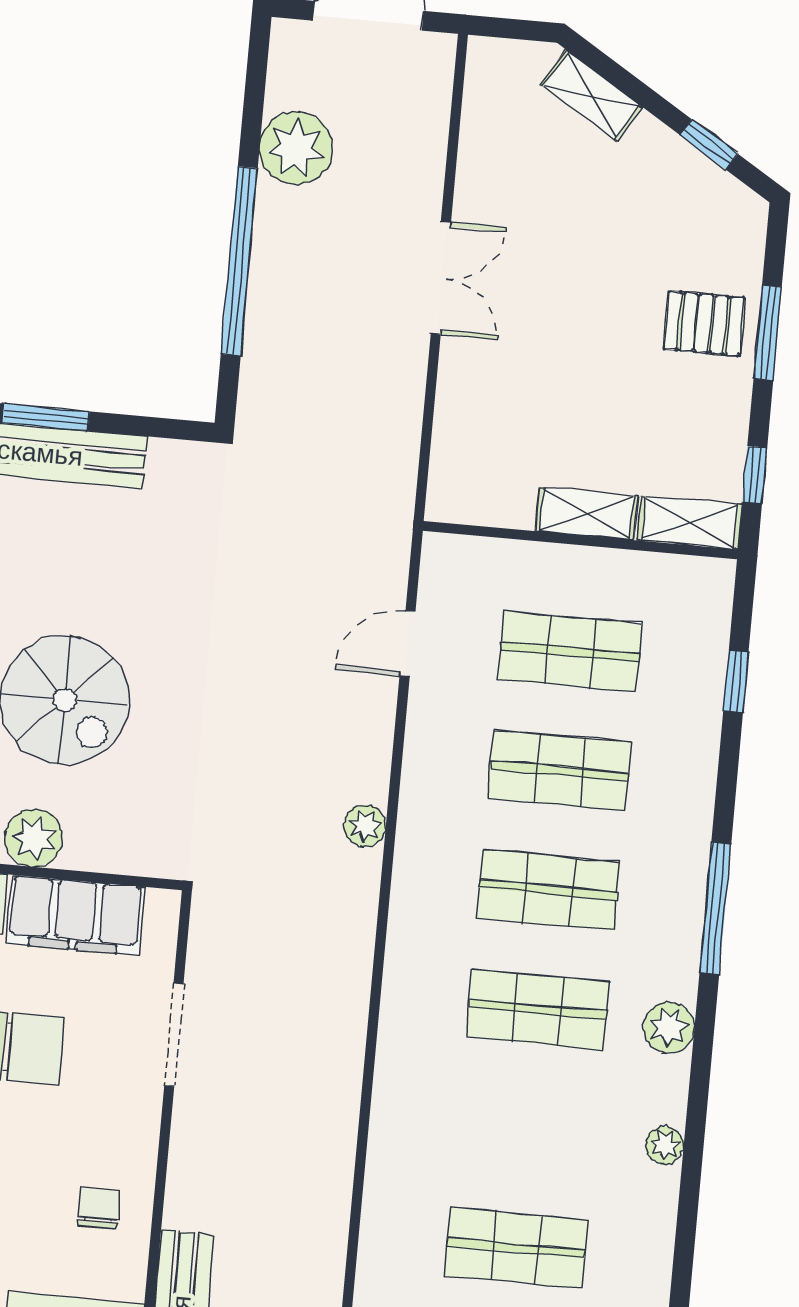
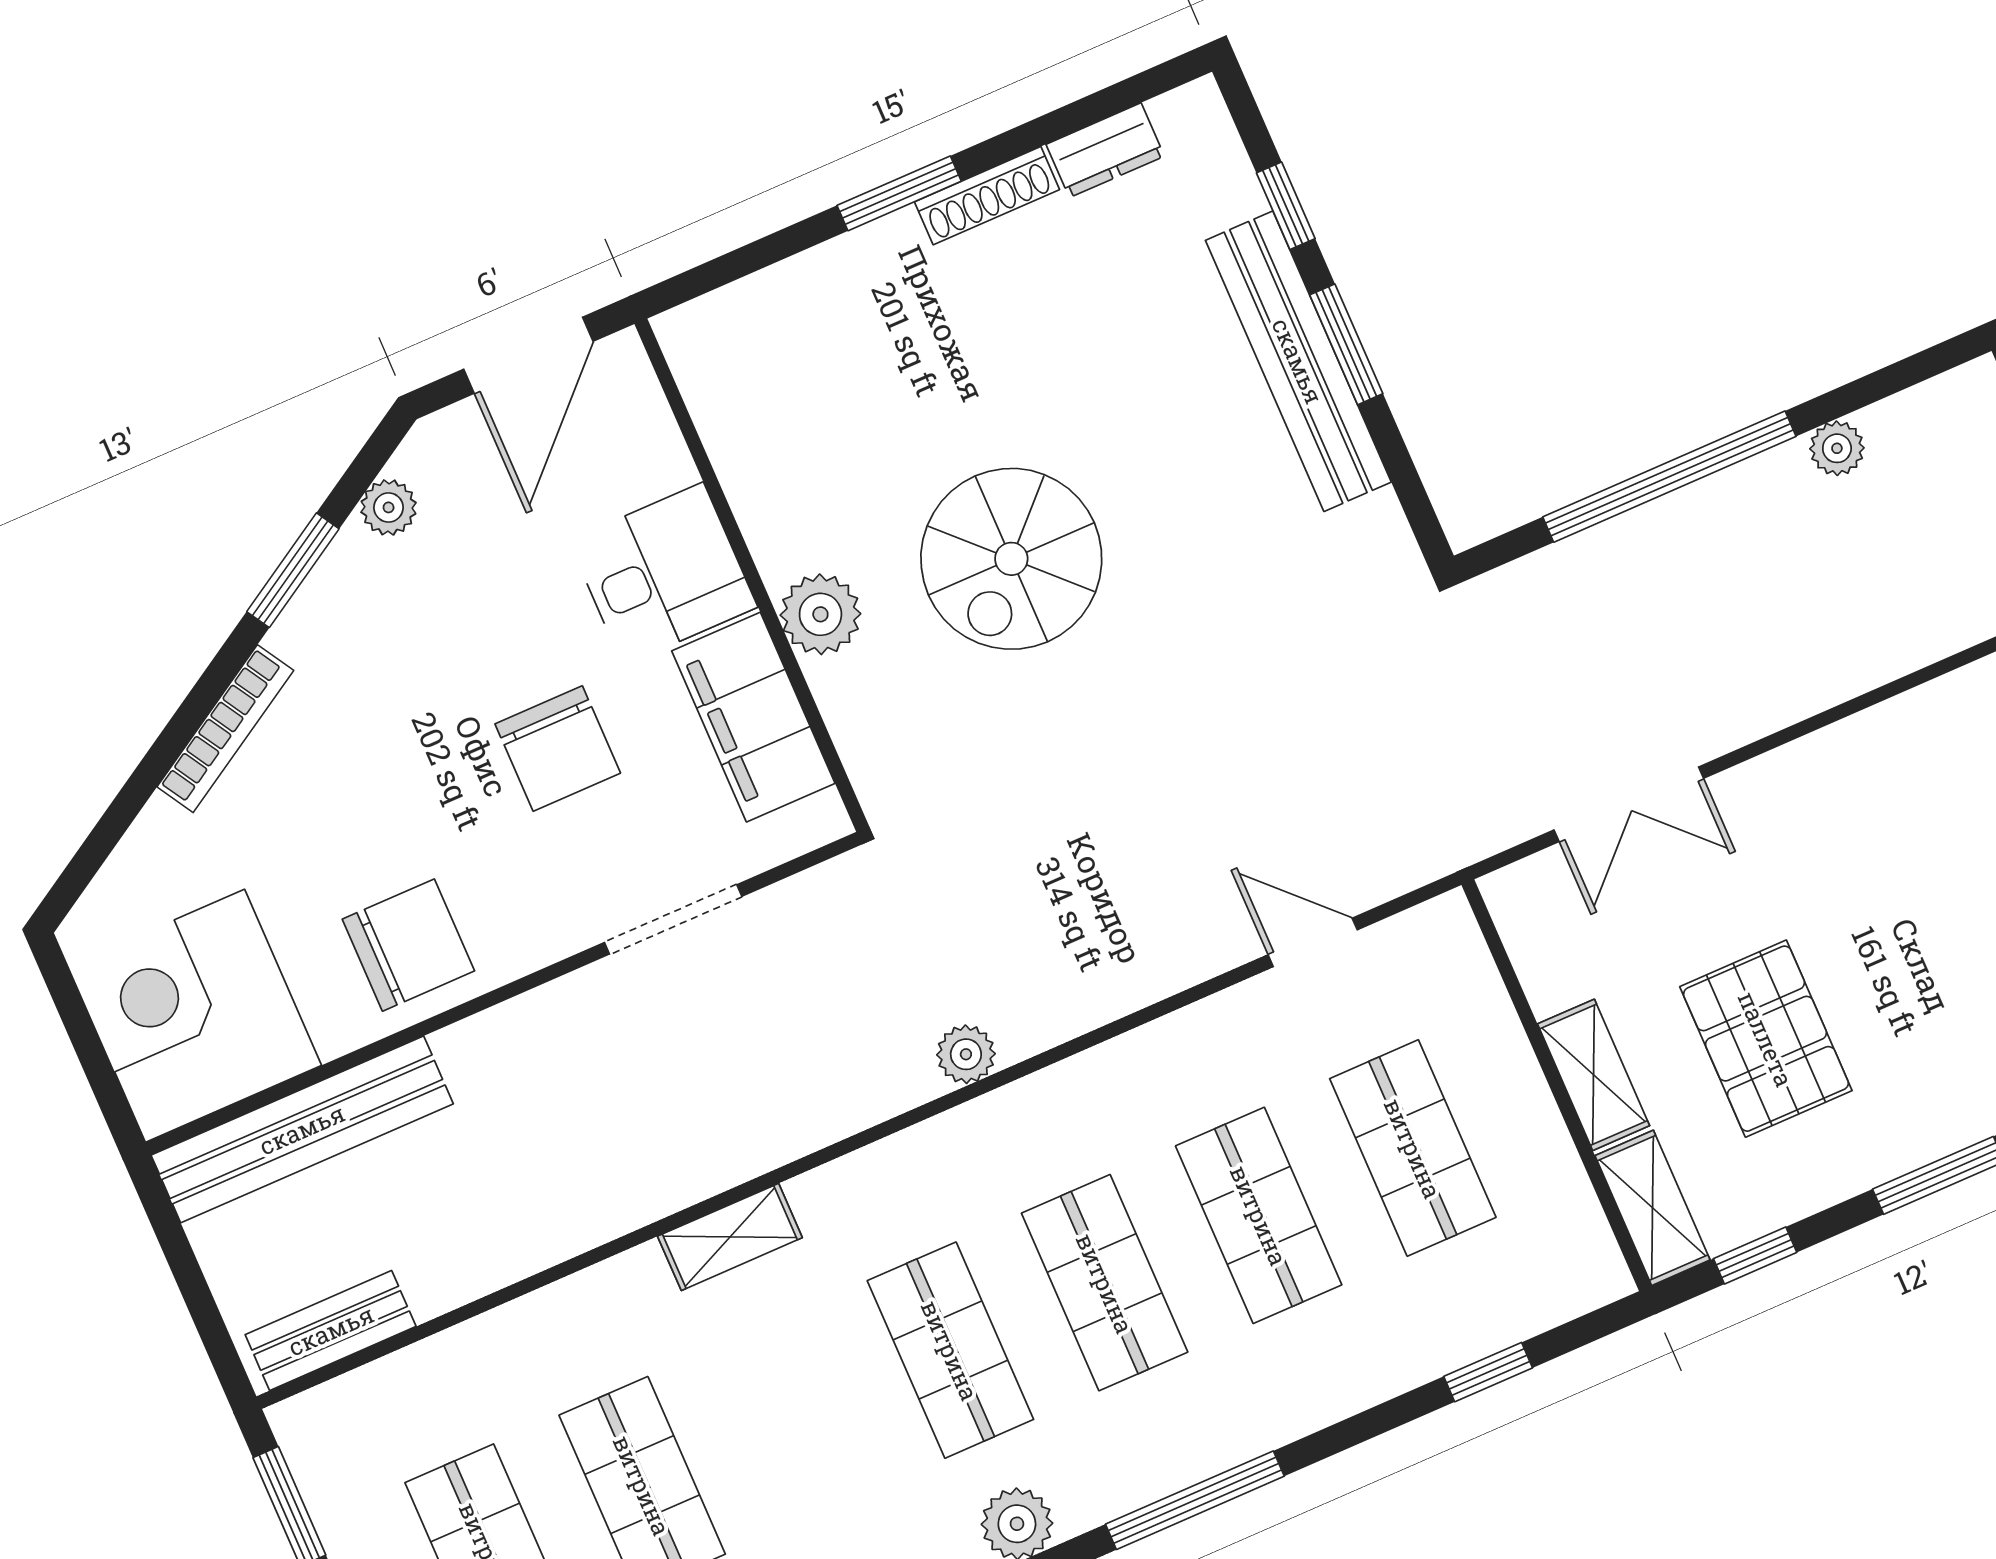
plant: (296, 148) -> (1837, 448), width x0.53, depth x0.53
double door: (441, 278) -> (1629, 804), moved
pallet: (704, 323) -> (1766, 1039), moved, width x1.50, depth x1.42
plant: (365, 826) -> (966, 1054), moved
shelving: (391, 1108) -> (730, 1237), added
chair: (99, 1209) -> (408, 945), width x1.87, depth x1.87

